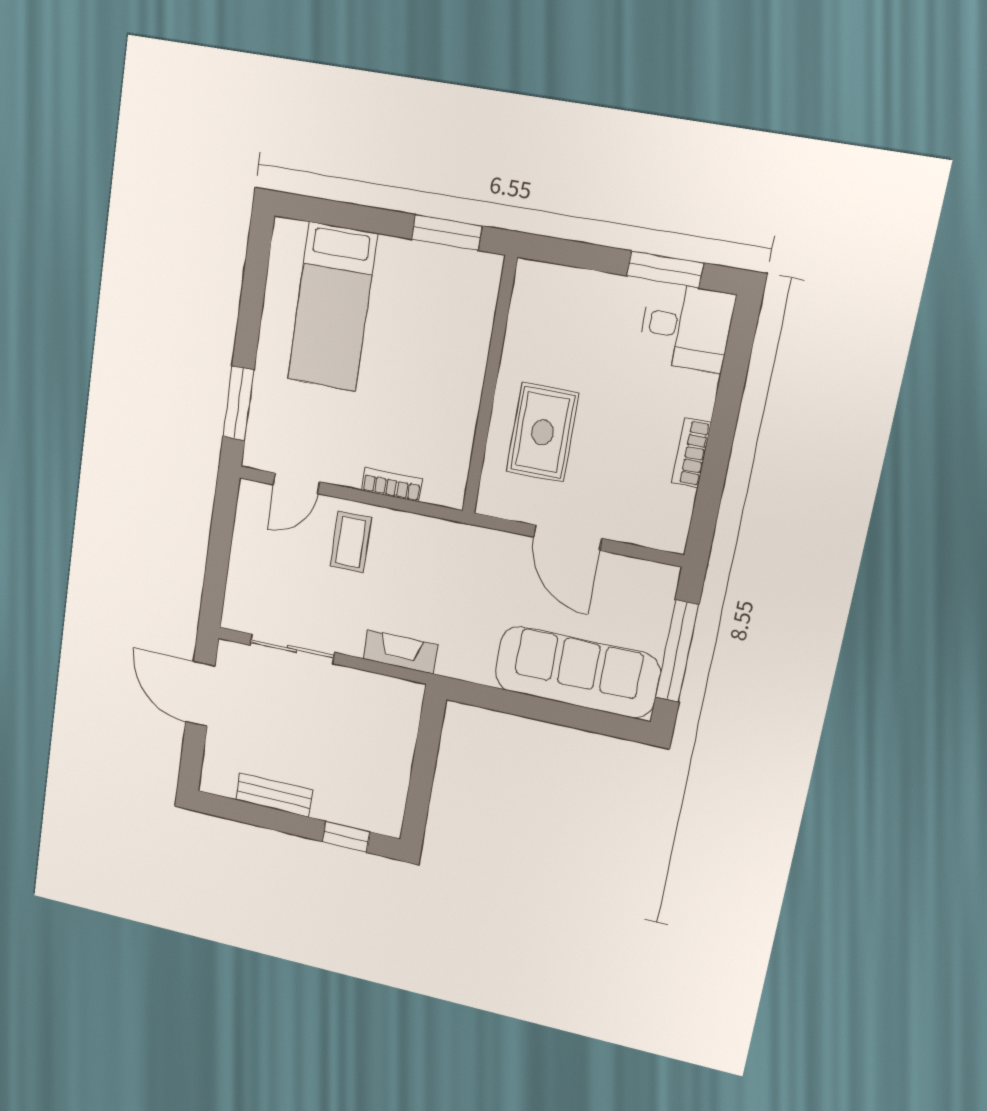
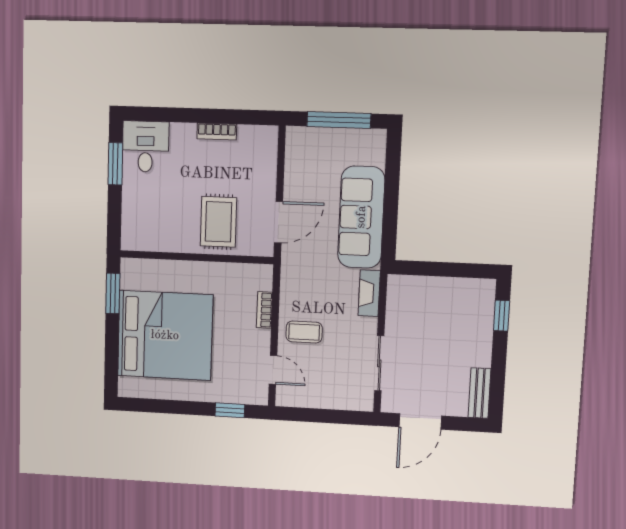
bed: (332, 307) -> (165, 335), width x2.04
window: (238, 403) -> (230, 410), width x0.67
rug: (542, 432) -> (218, 222), turned 90
door: (567, 538) -> (279, 222), moved
sofa: (577, 672) -> (361, 217), moved
bench: (274, 795) -> (480, 393), moved

